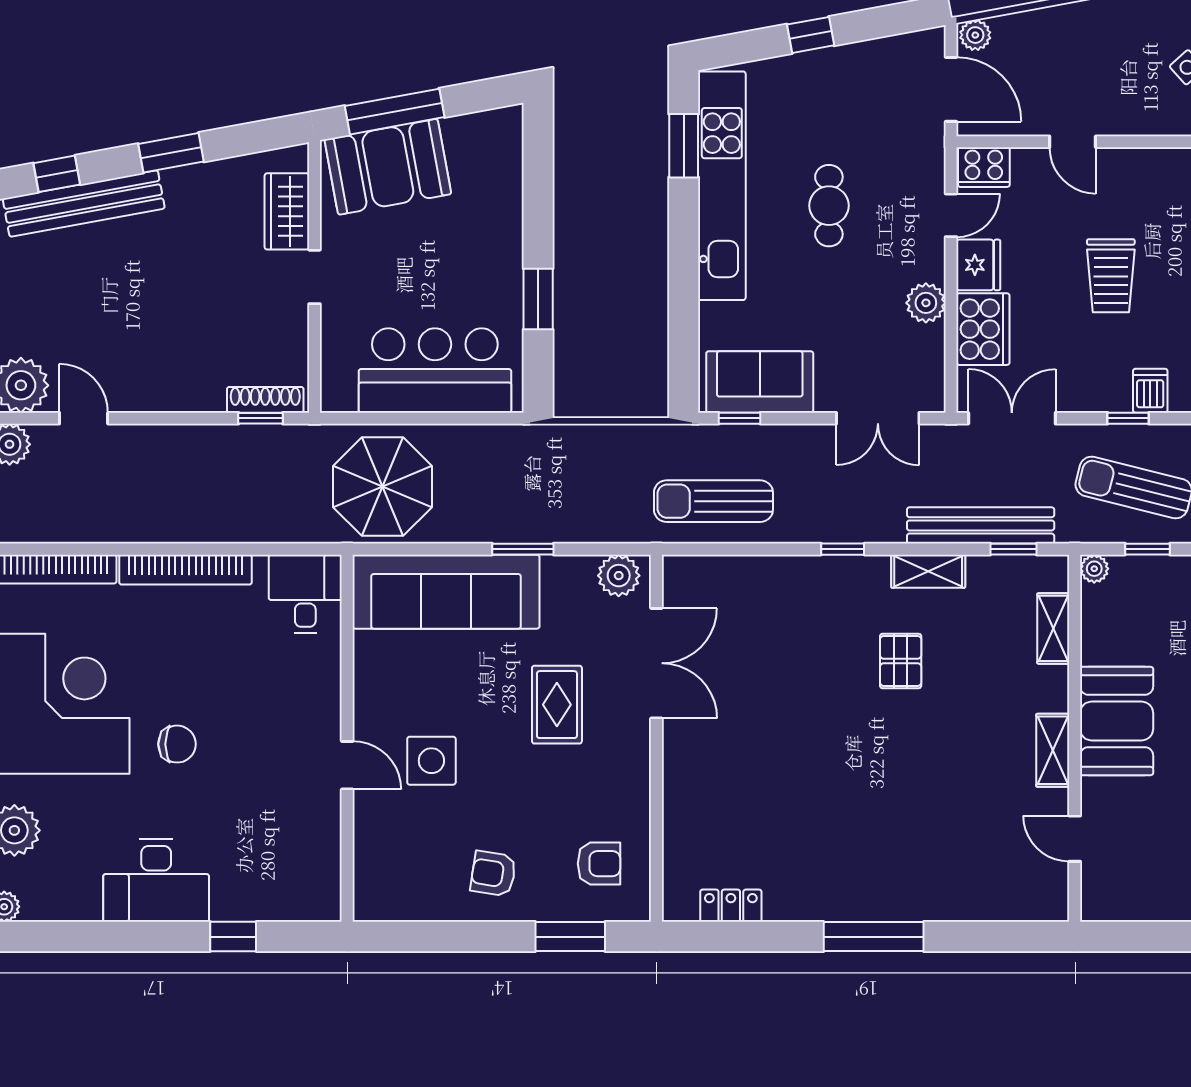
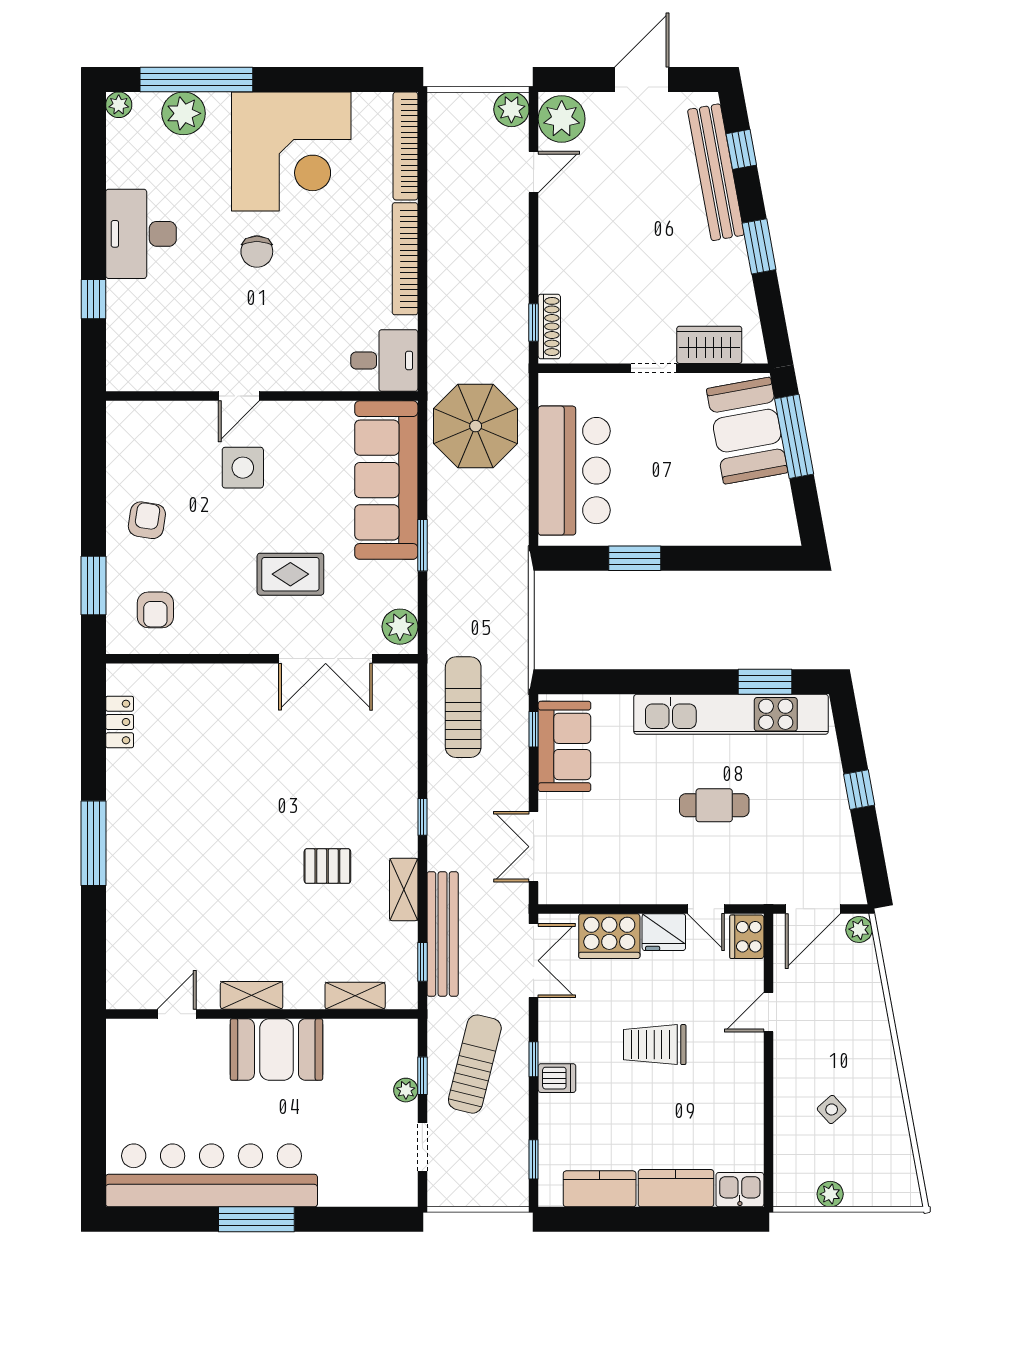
plant: (926, 303) -> (632, 888), removed
plant: (1094, 569) -> (406, 1090), moved

